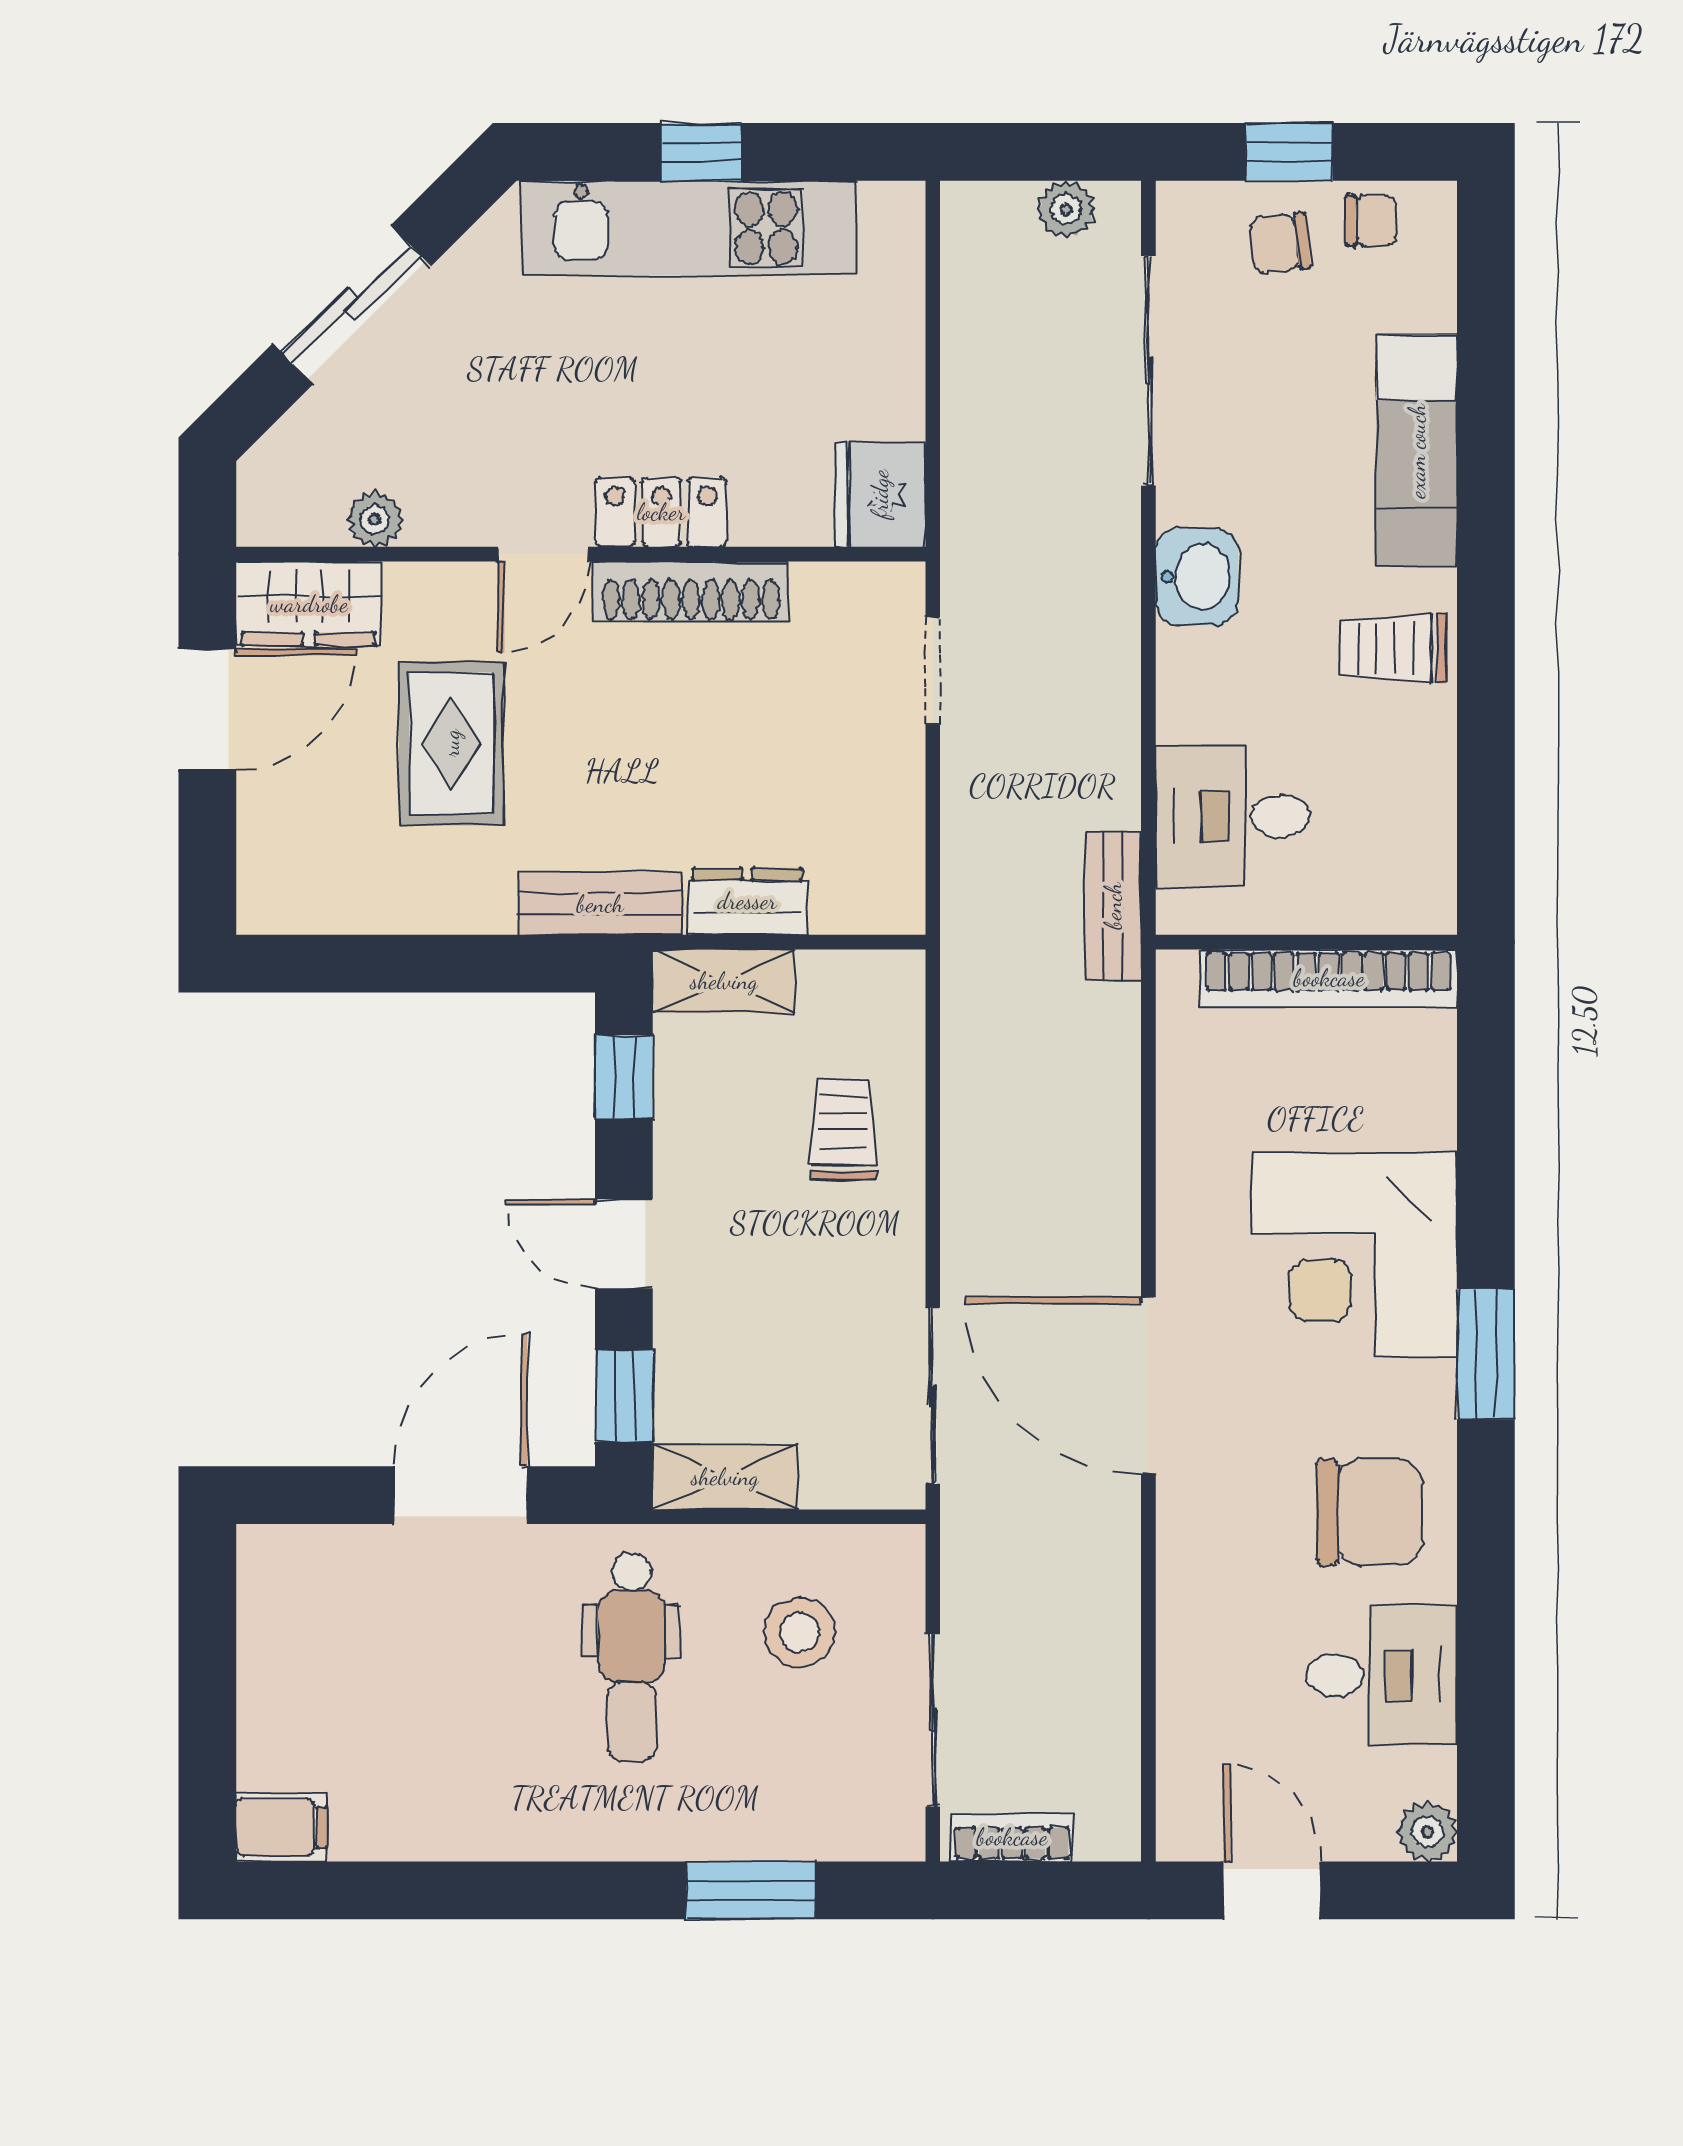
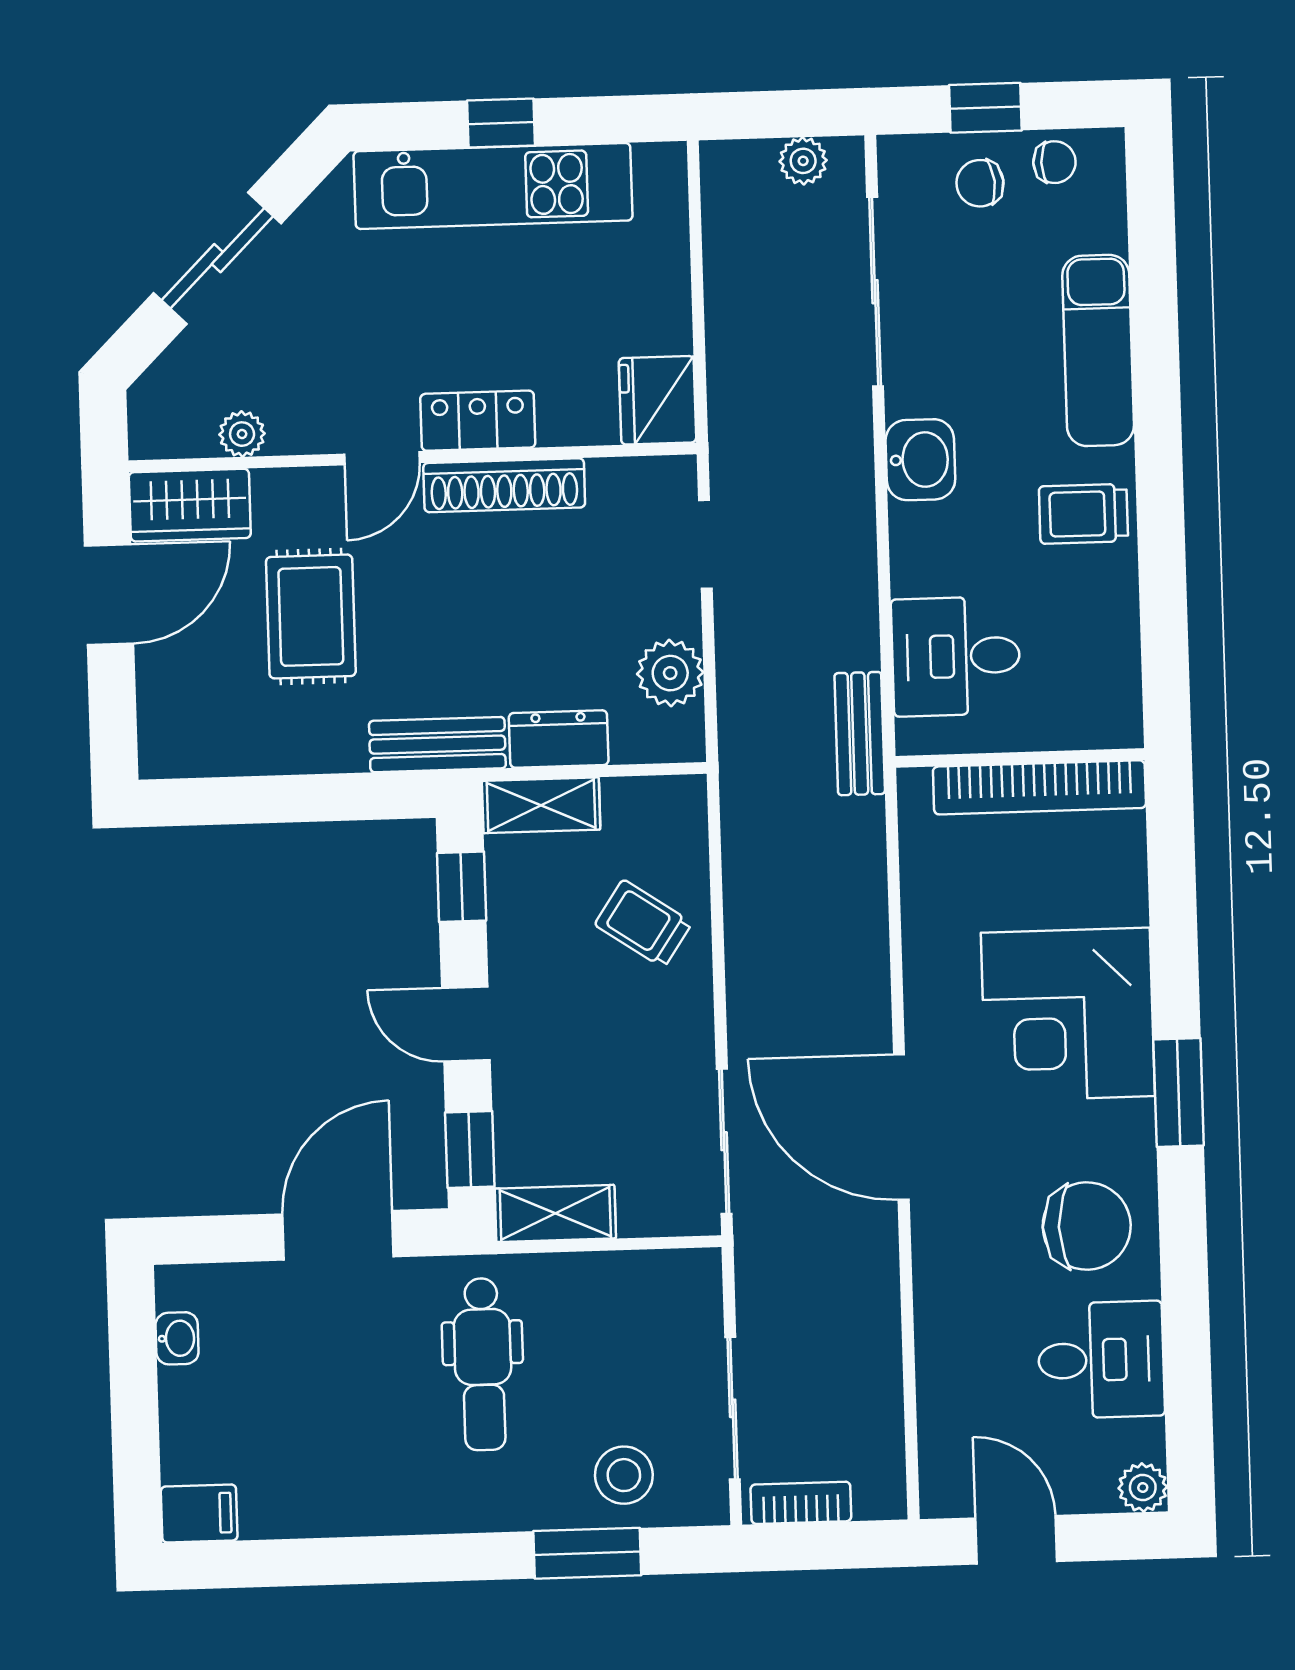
plant: (885, 826) -> (670, 673), added
trolley: (843, 1129) -> (643, 924), turned -56
washbasin: (262, 1614) -> (177, 1338), added
stool: (800, 1632) -> (624, 1475), moved

